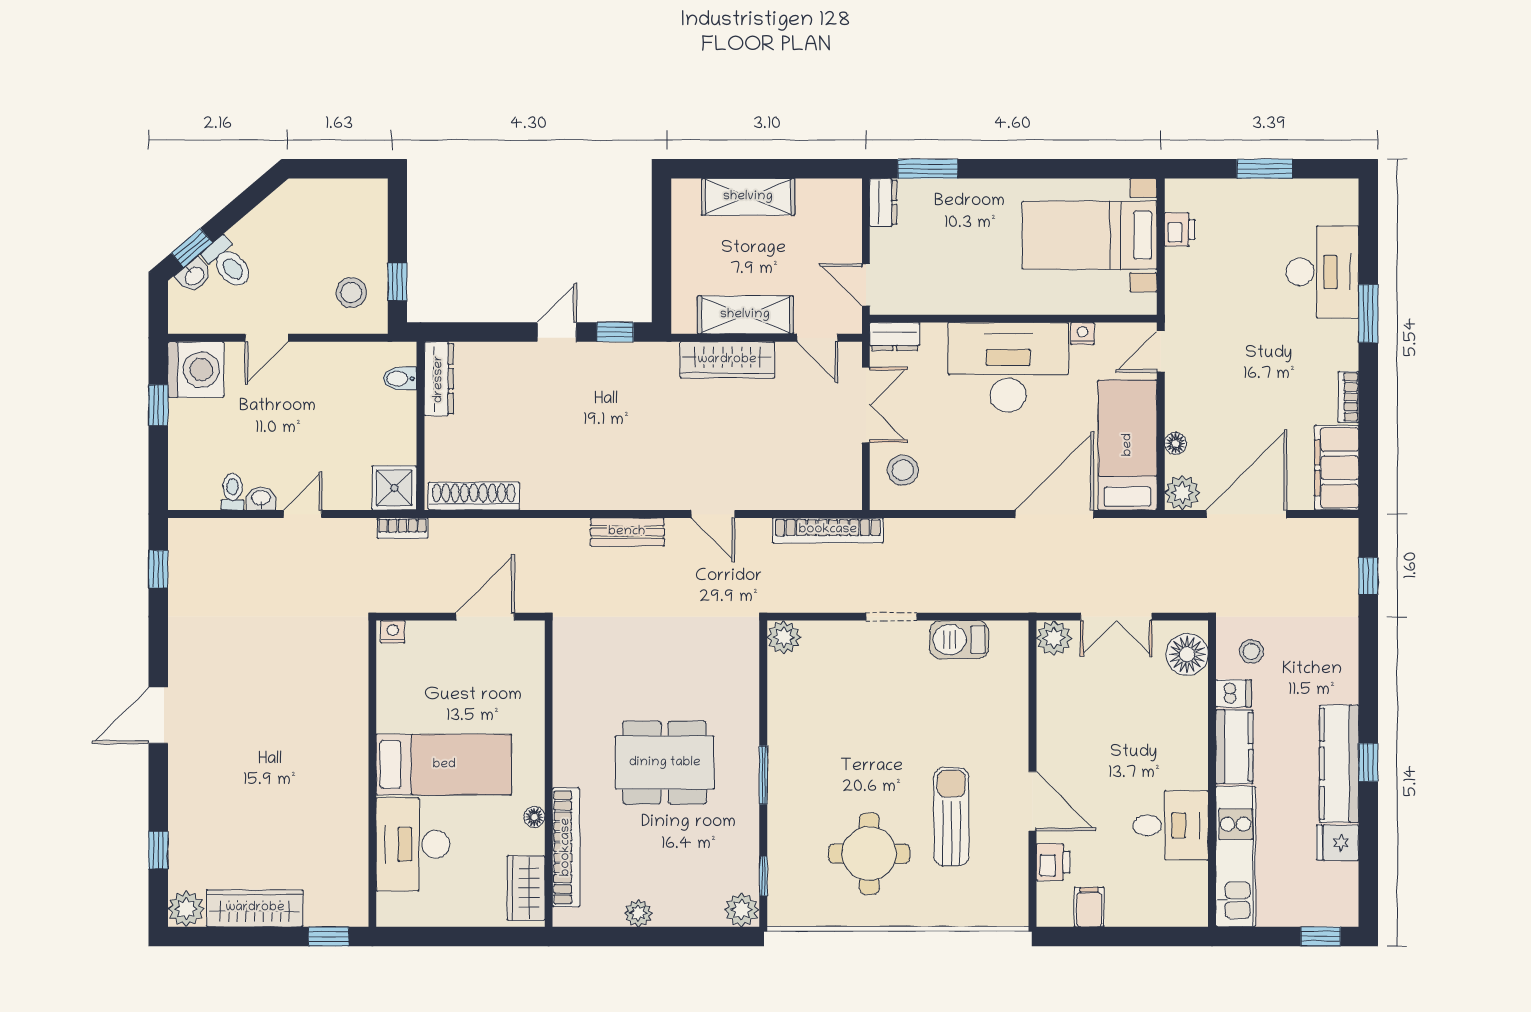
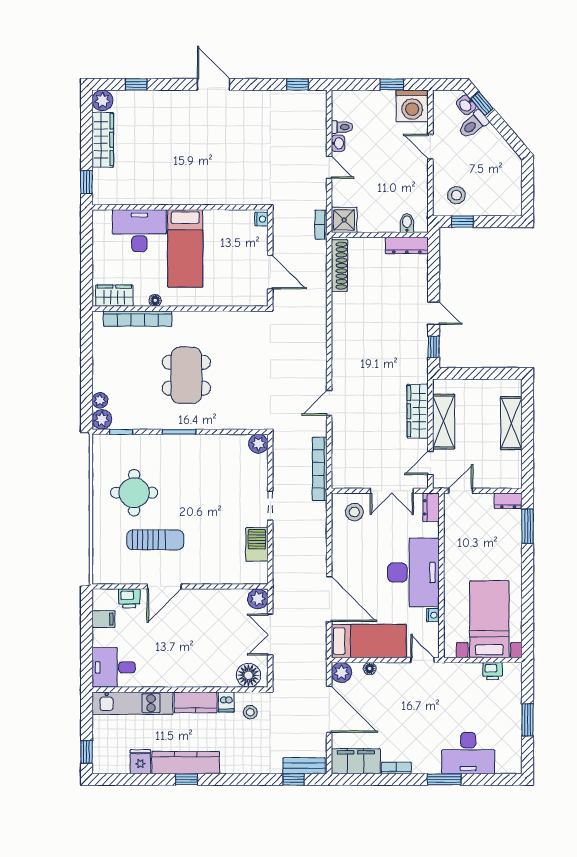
bench: (627, 532) -> (304, 766), moved, turned 90
desk: (1171, 825) -> (114, 667), moved, turned 90
plant: (638, 913) -> (100, 400), moved

